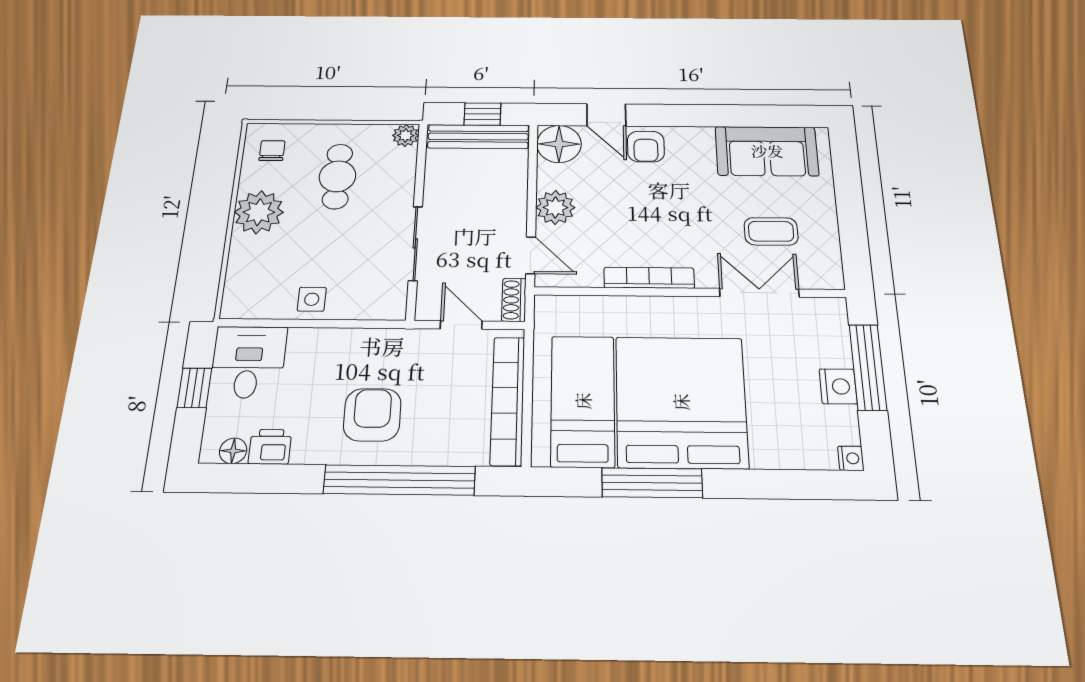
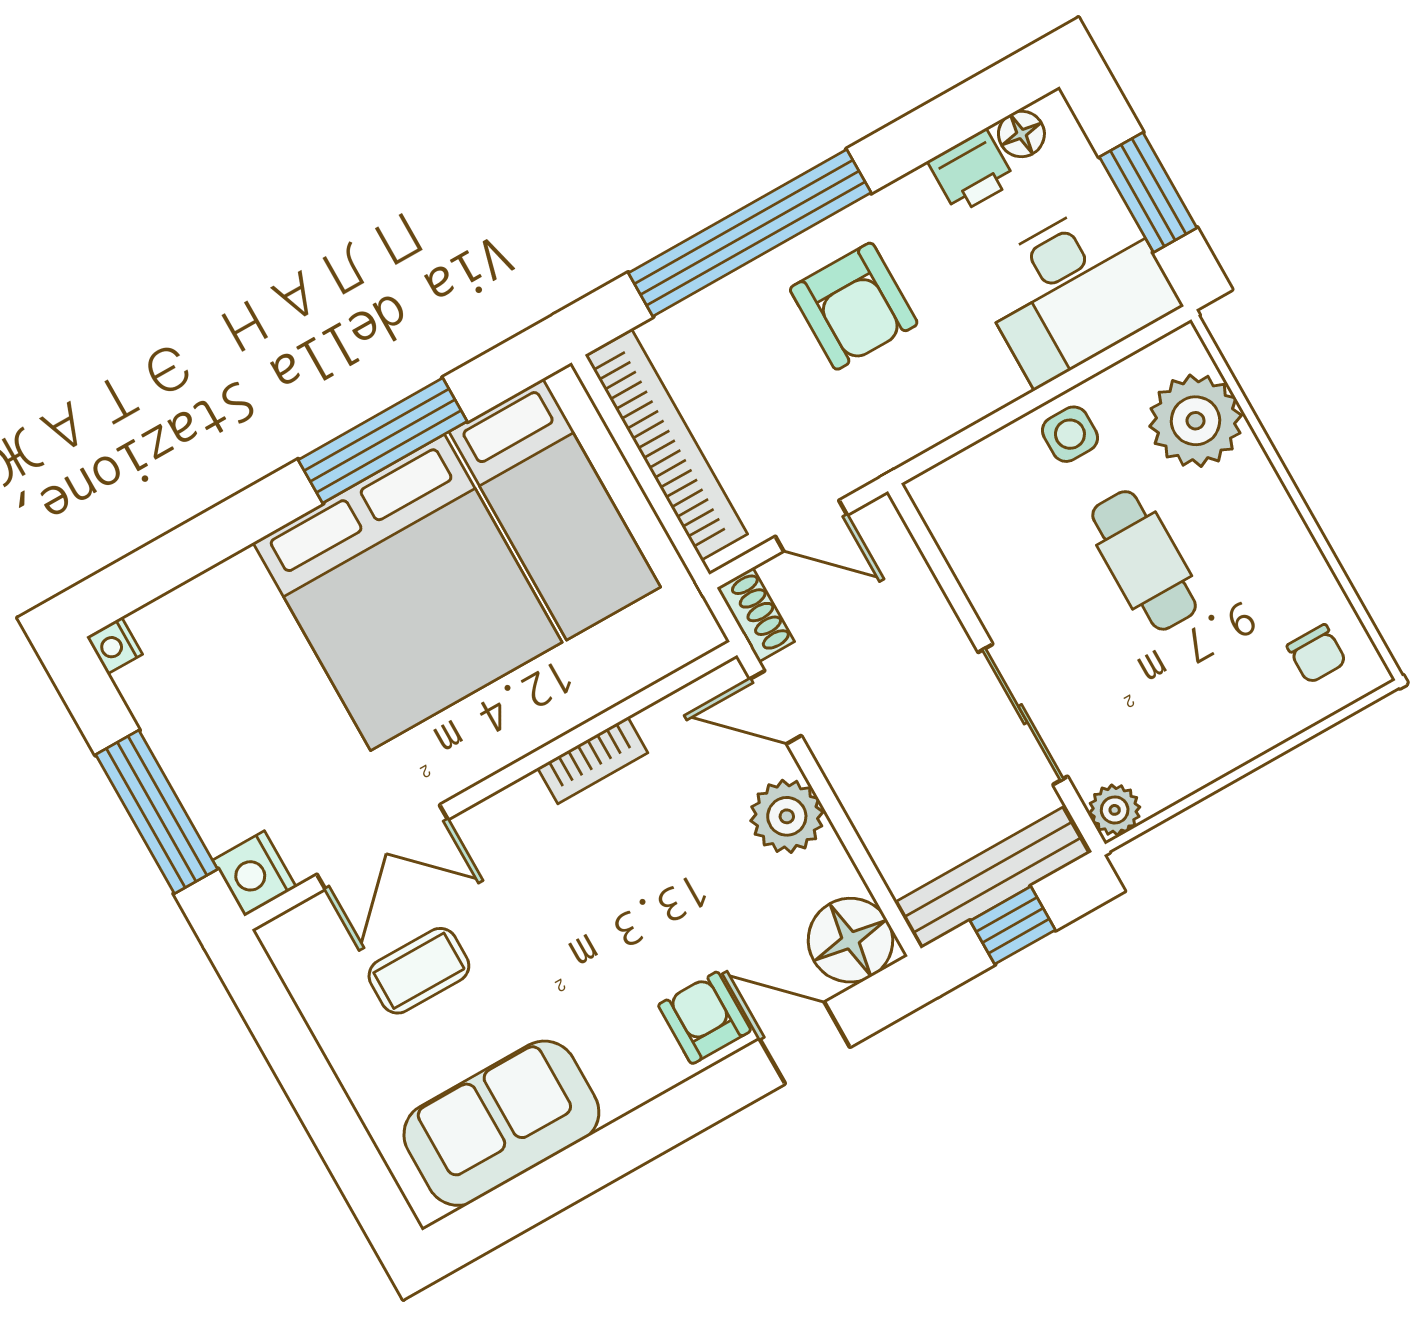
cafe table: (337, 176) -> (1144, 560), moved
plant: (259, 212) -> (1196, 421), moved
sliding door: (415, 243) -> (1023, 714), moved
bookcase: (649, 278) -> (593, 760), width x0.64
desk: (248, 362) -> (1076, 290), width x1.37
nightstand: (838, 386) -> (254, 874), moved
window: (194, 388) -> (1148, 192), width x1.50

